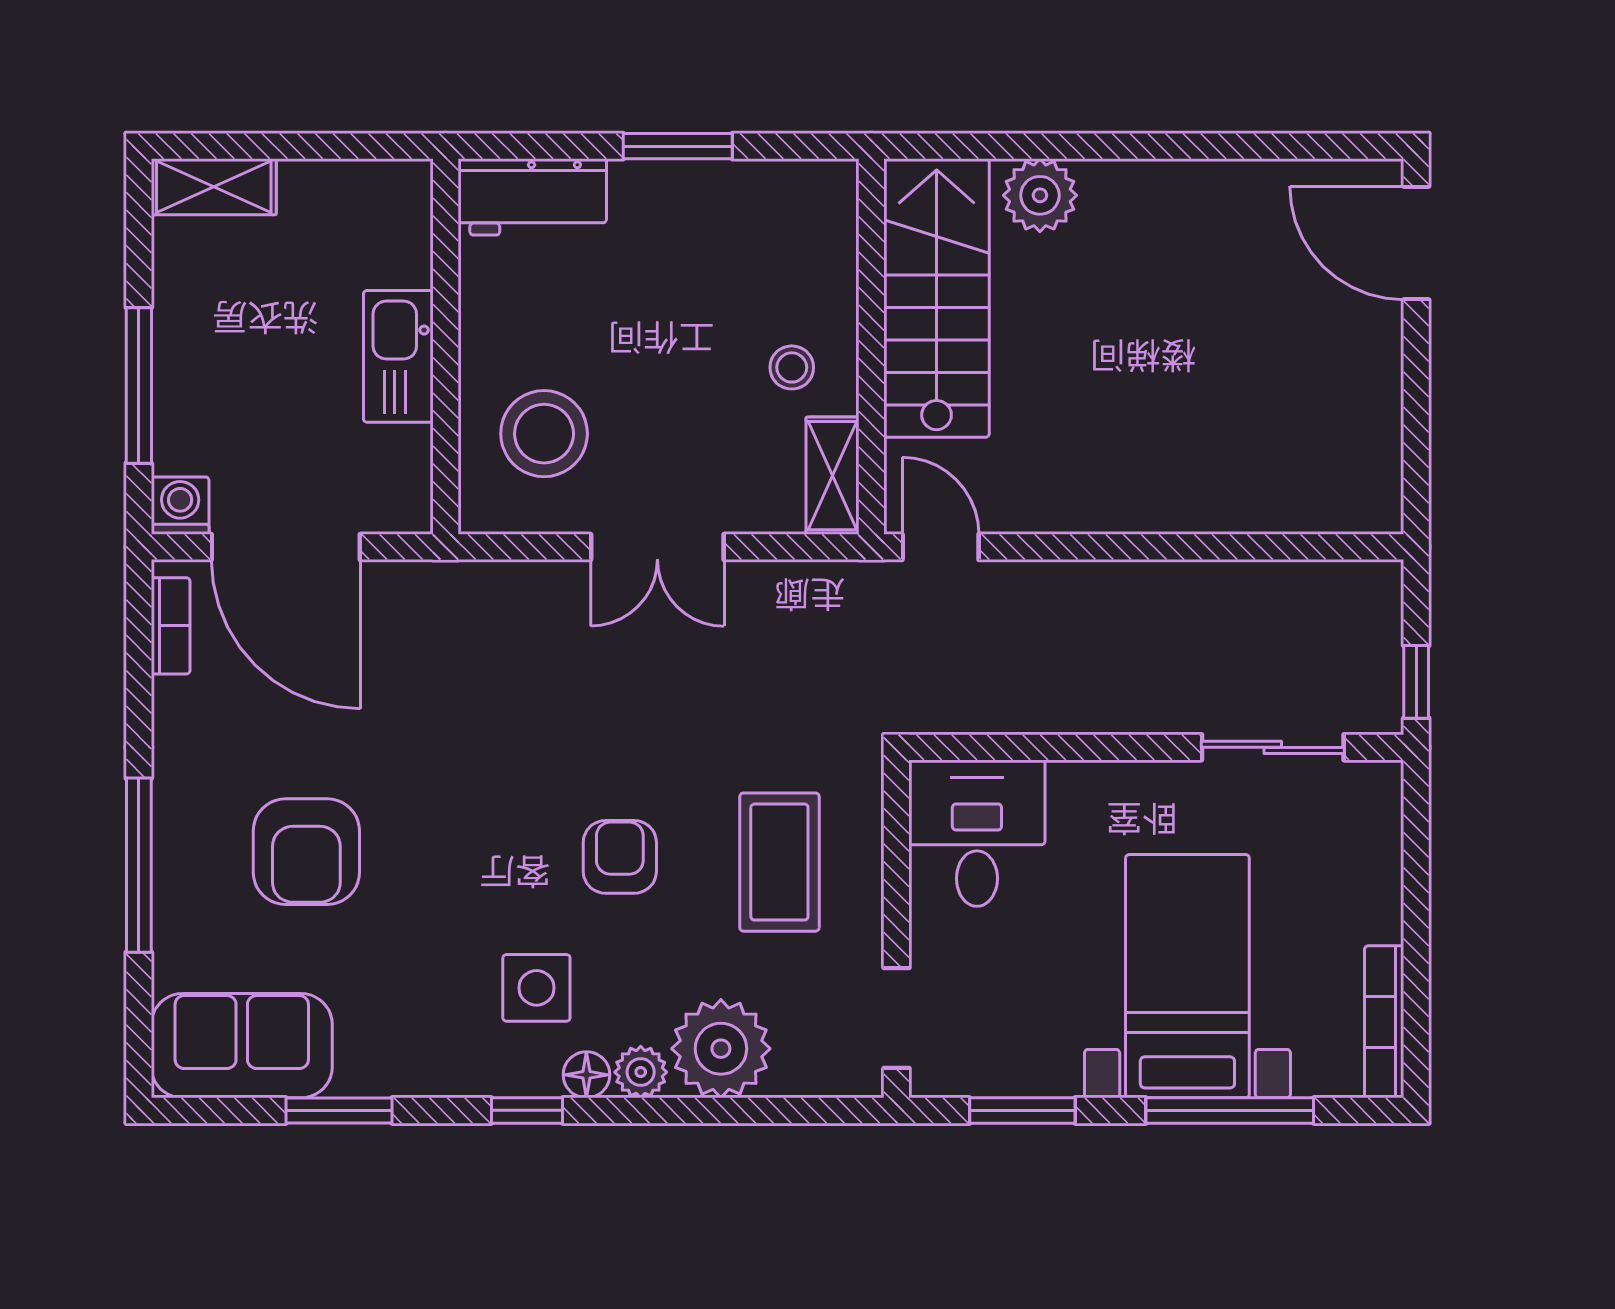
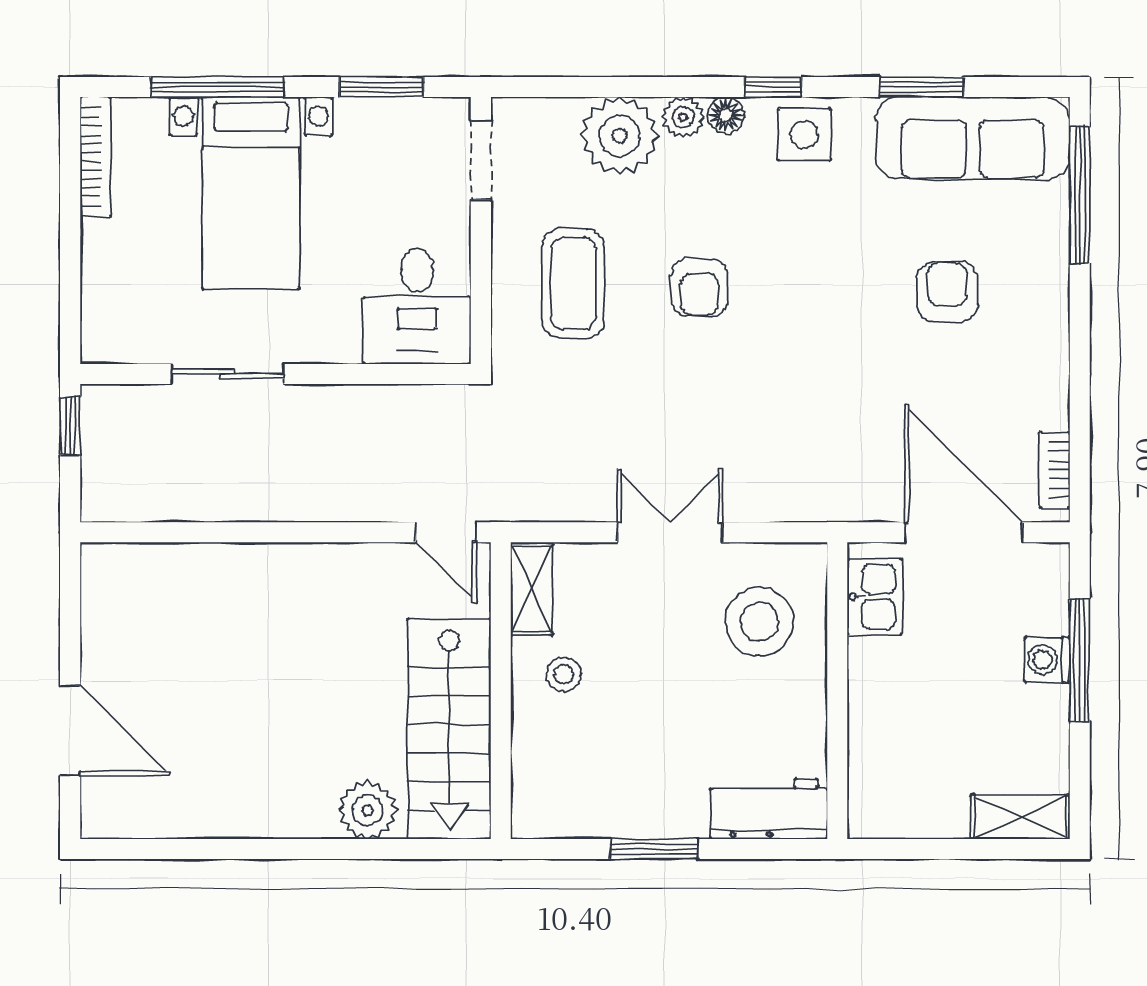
door: (1416, 243) -> (70, 730), moved
kitchen sink: (398, 356) -> (875, 597), moved, width x0.73
washing machine: (180, 506) -> (1047, 660), moved, turned 90
sliding door: (1273, 747) -> (227, 374), moved
armchair: (306, 852) -> (947, 292), width x0.72, depth x0.72
window: (139, 865) -> (1080, 195), moved
side table: (536, 988) -> (804, 134), moved
sofa: (242, 1046) -> (973, 138), width x1.36

